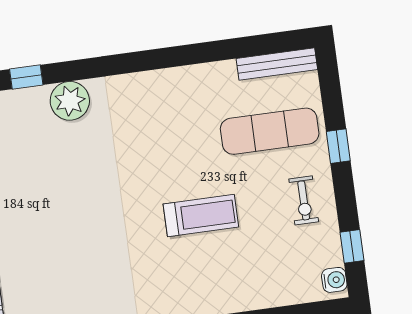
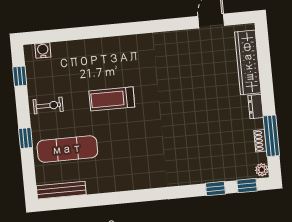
plant: (70, 101) -> (189, 173), removed
exercise bike: (304, 200) -> (48, 106), turned 90
water cooler: (334, 280) -> (43, 50), moved, turned 90

